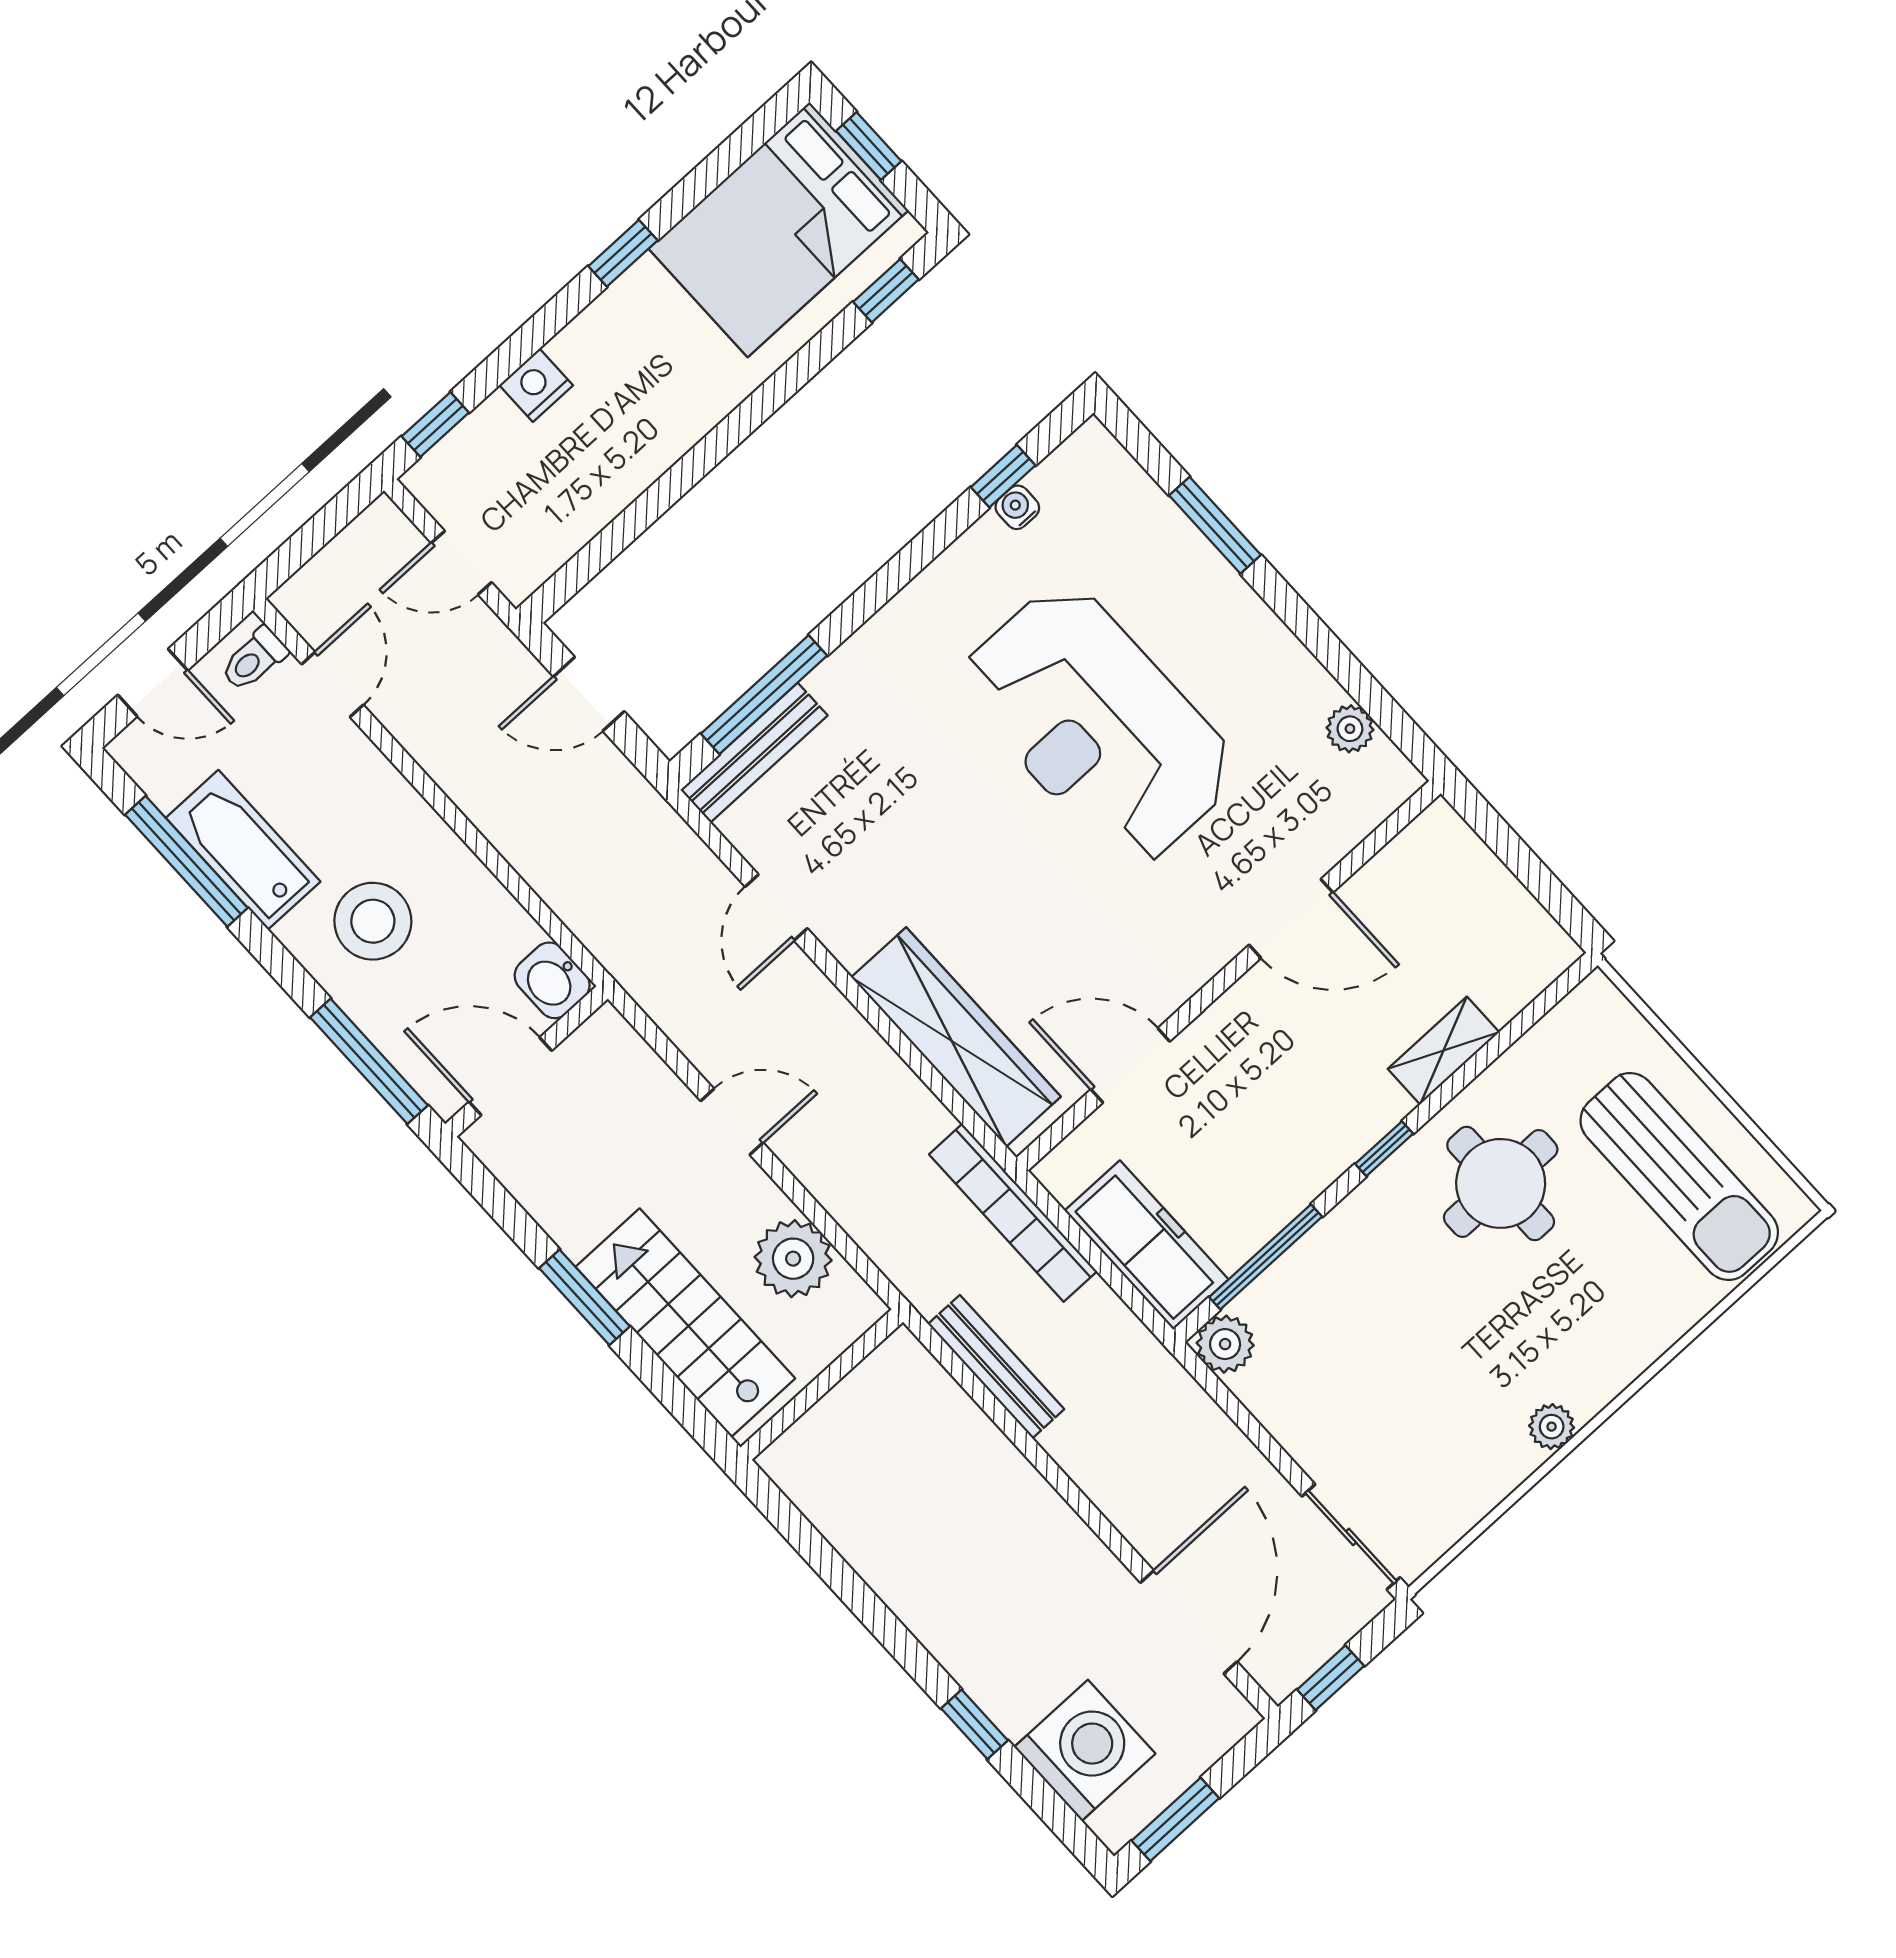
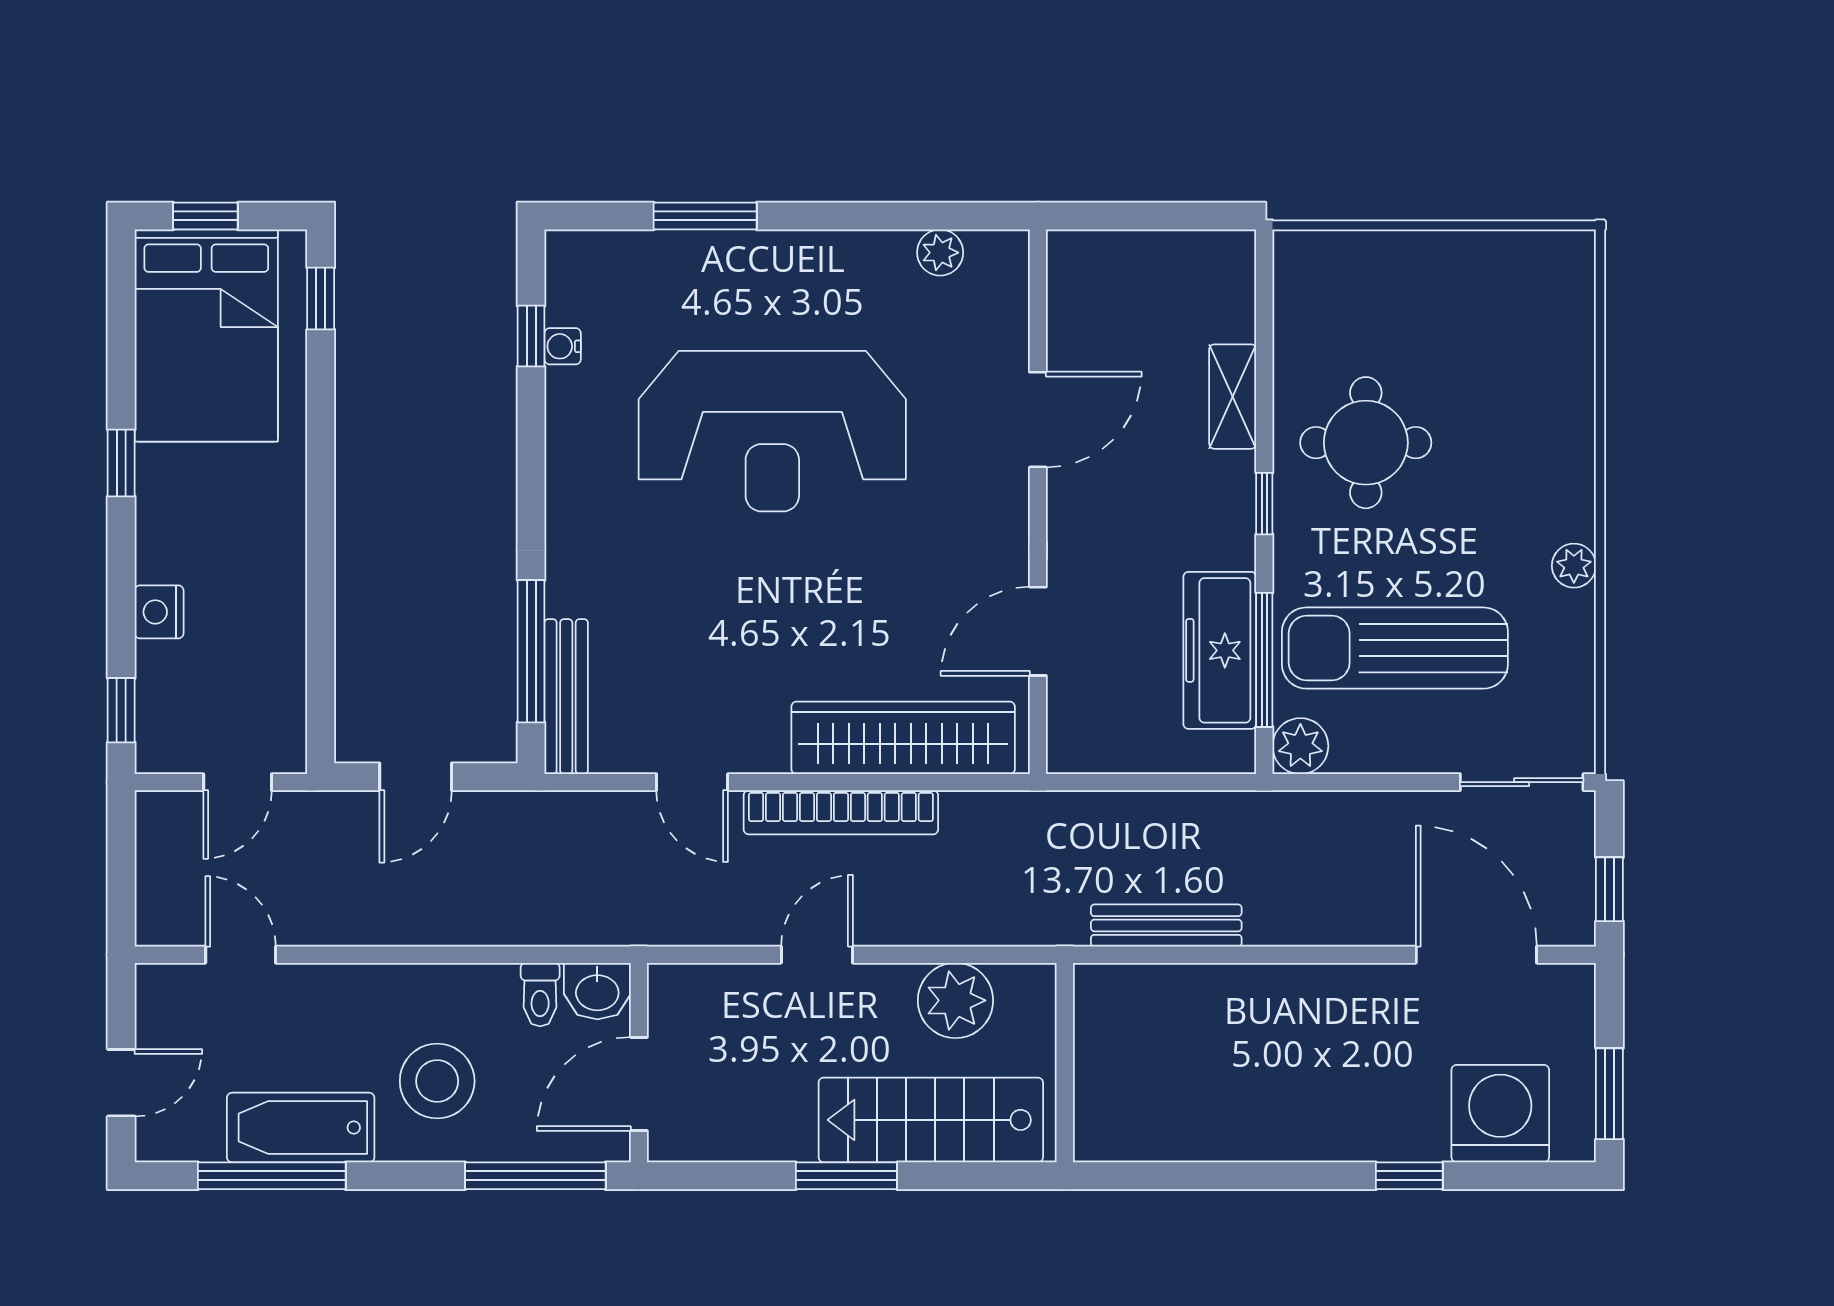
toilet: (254, 659) -> (540, 995), moved
sun lounger: (1679, 1177) -> (1395, 648), moved, turned 180
bookcase: (1013, 1213) -> (841, 812), moved
freezer: (1147, 1245) -> (1220, 650), moved, turned -90

